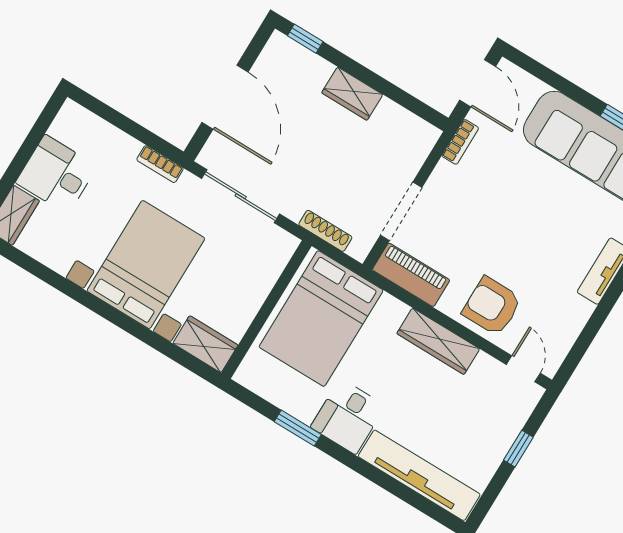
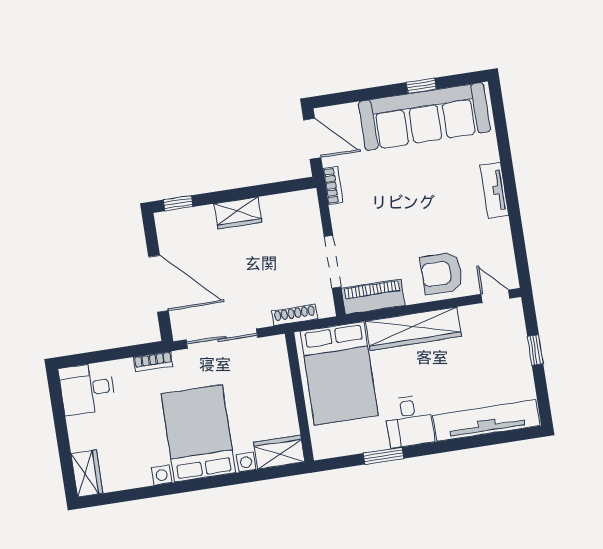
desk: (56, 174) -> (87, 389), moved
wardrobe: (438, 341) -> (413, 329), width x1.40, depth x1.17

